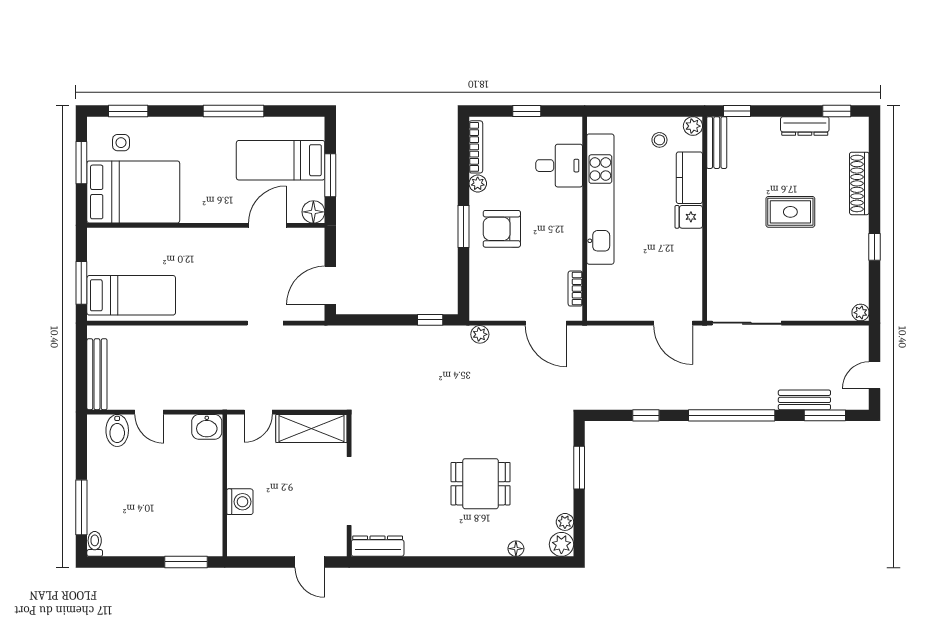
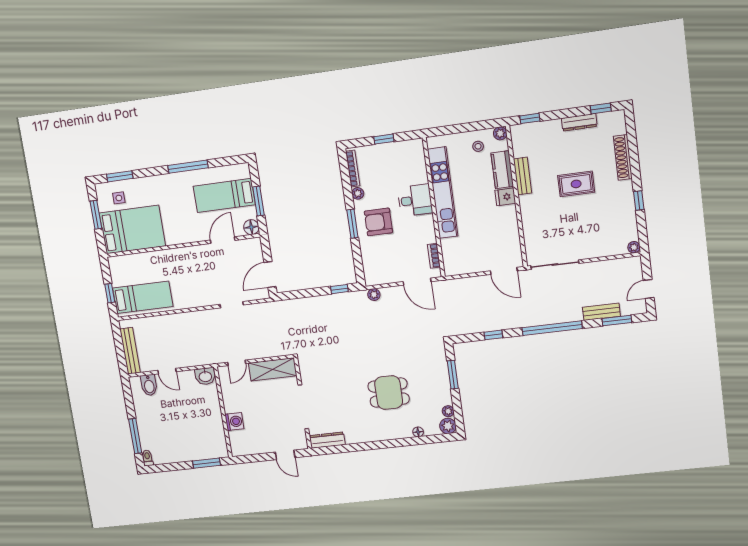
bench: (717, 143) -> (523, 176), moved
desk: (559, 166) -> (415, 200), moved
window: (81, 283) -> (110, 293), width x0.67

